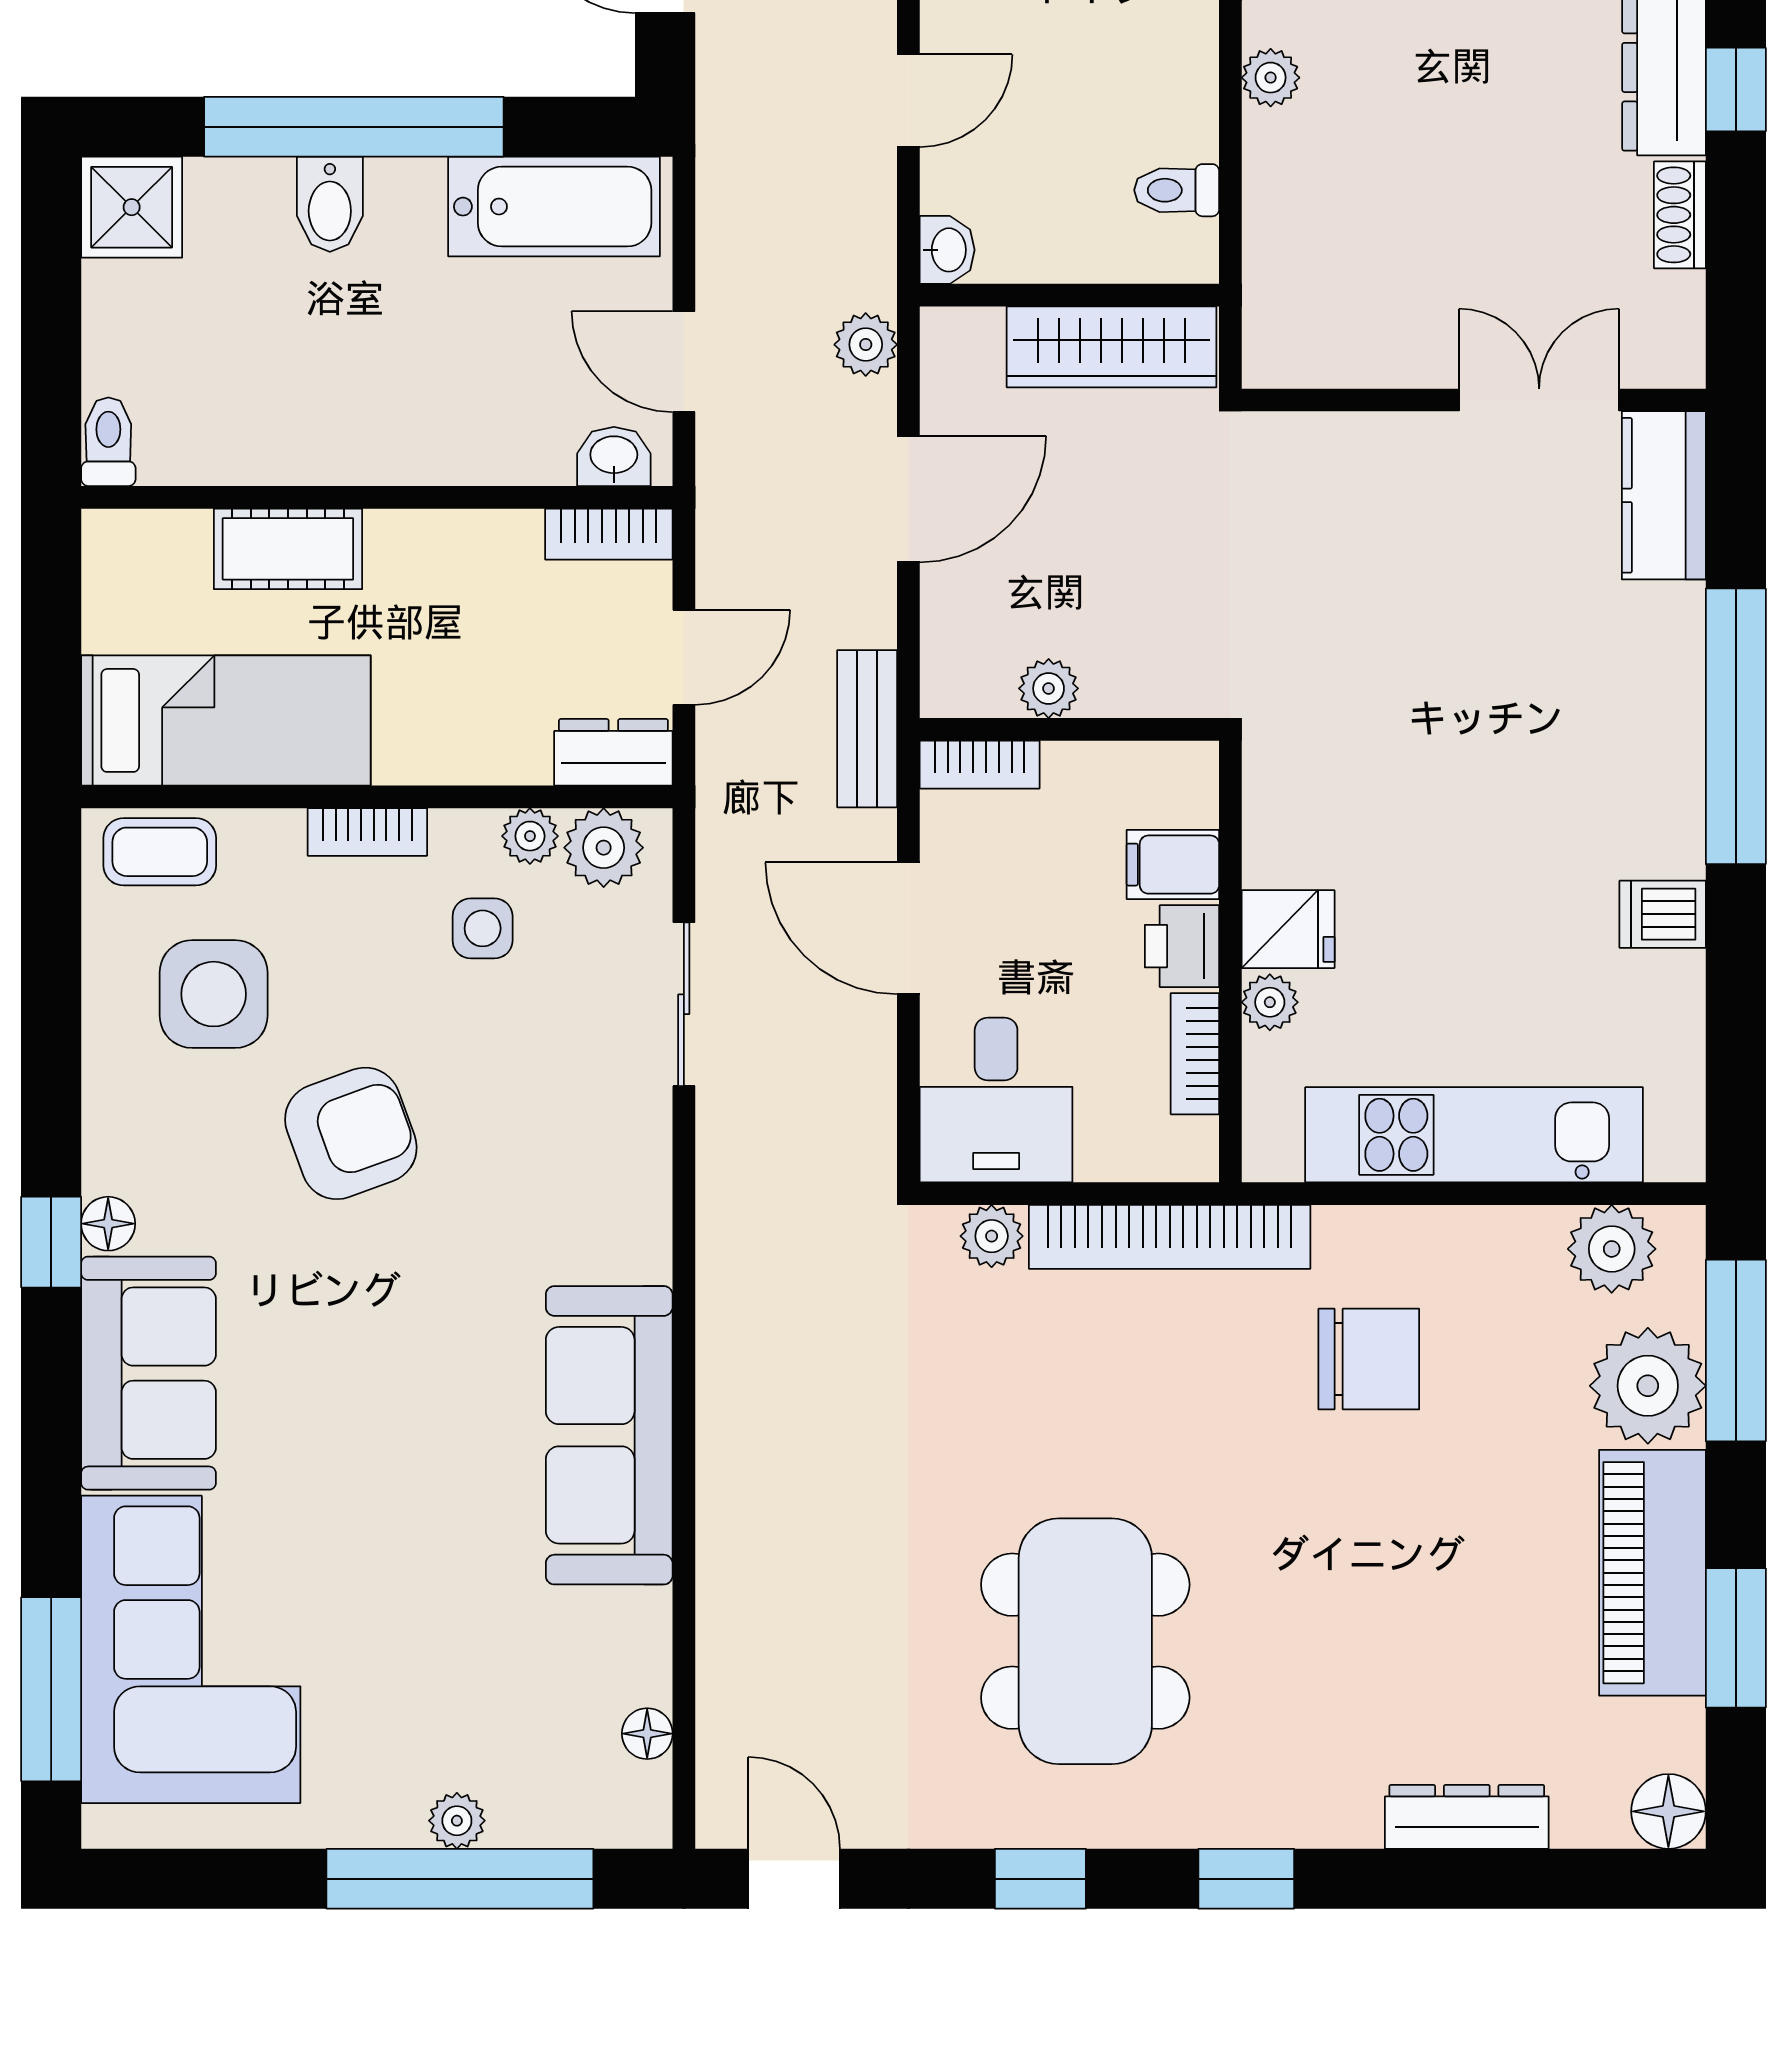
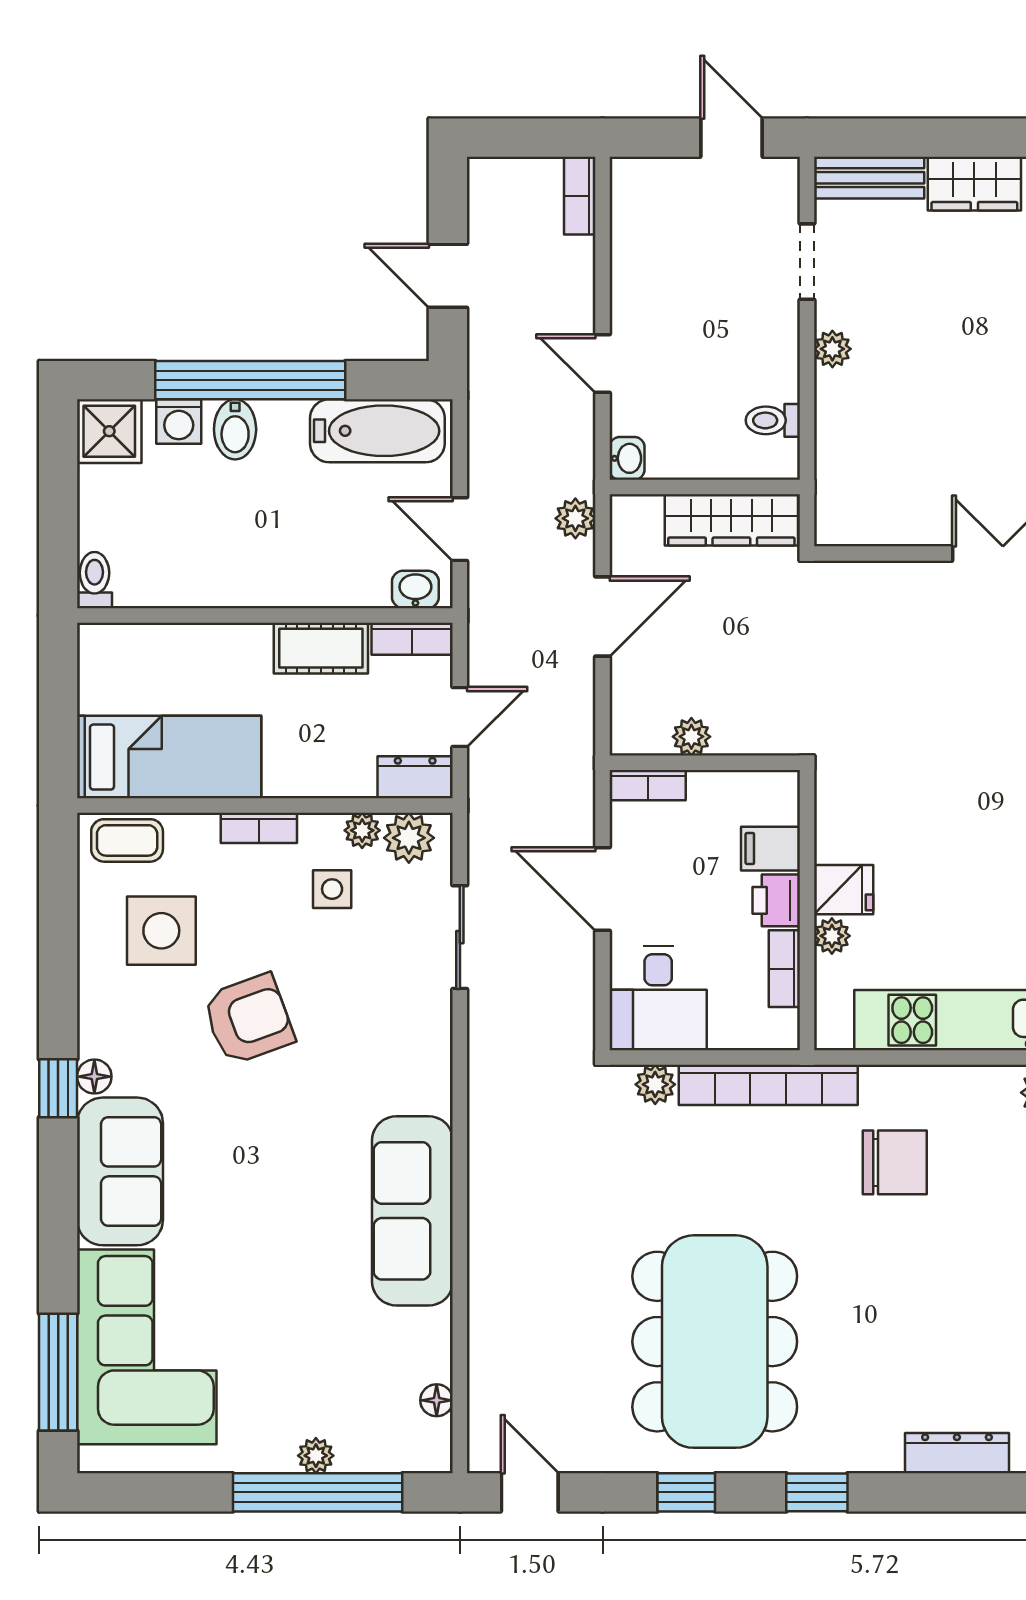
door: (908, 101) -> (602, 364), swing flipped
washing machine: (241, 192) -> (179, 421), added
cot: (288, 549) -> (321, 648), moved
bench: (867, 729) -> (576, 762), removed
dining table: (1085, 1641) -> (715, 1342), width x1.36, depth x1.24

